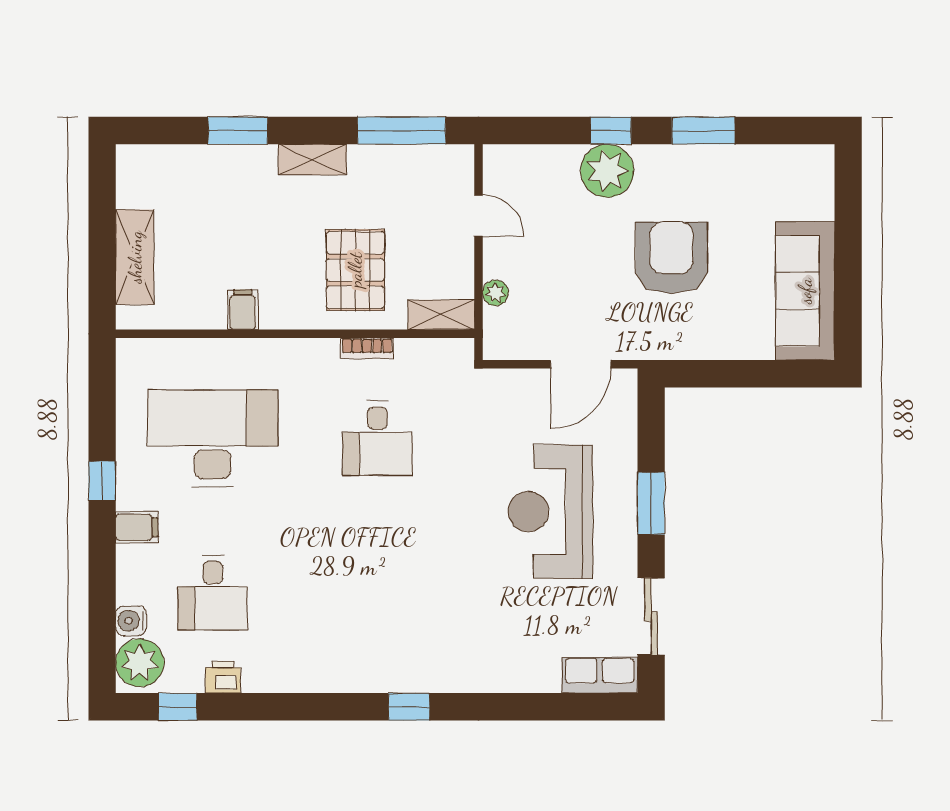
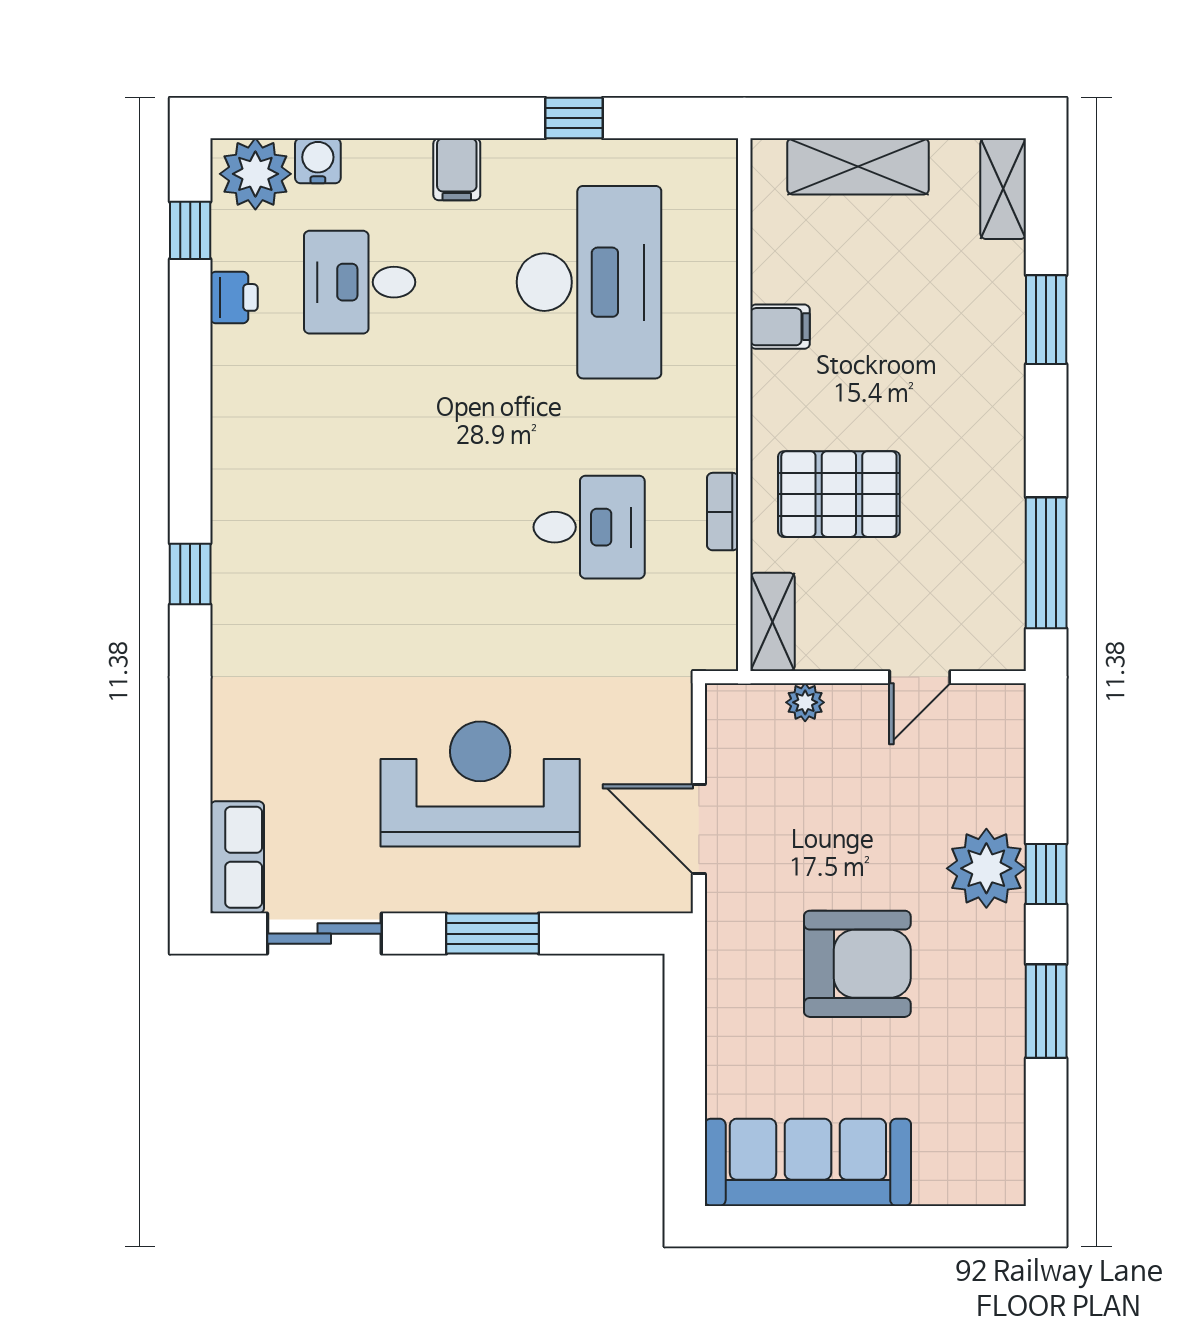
shelving: (312, 159) -> (1003, 189), moved
desk: (378, 438) -> (589, 527), turned 180
window: (102, 481) -> (574, 118), moved

